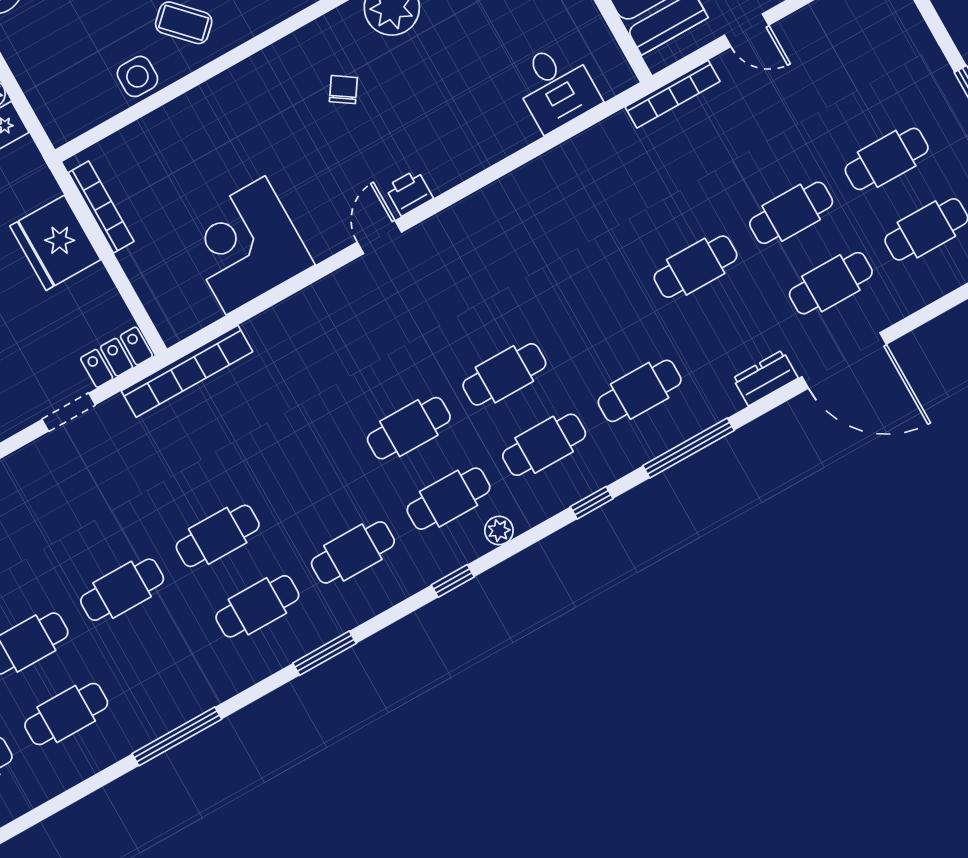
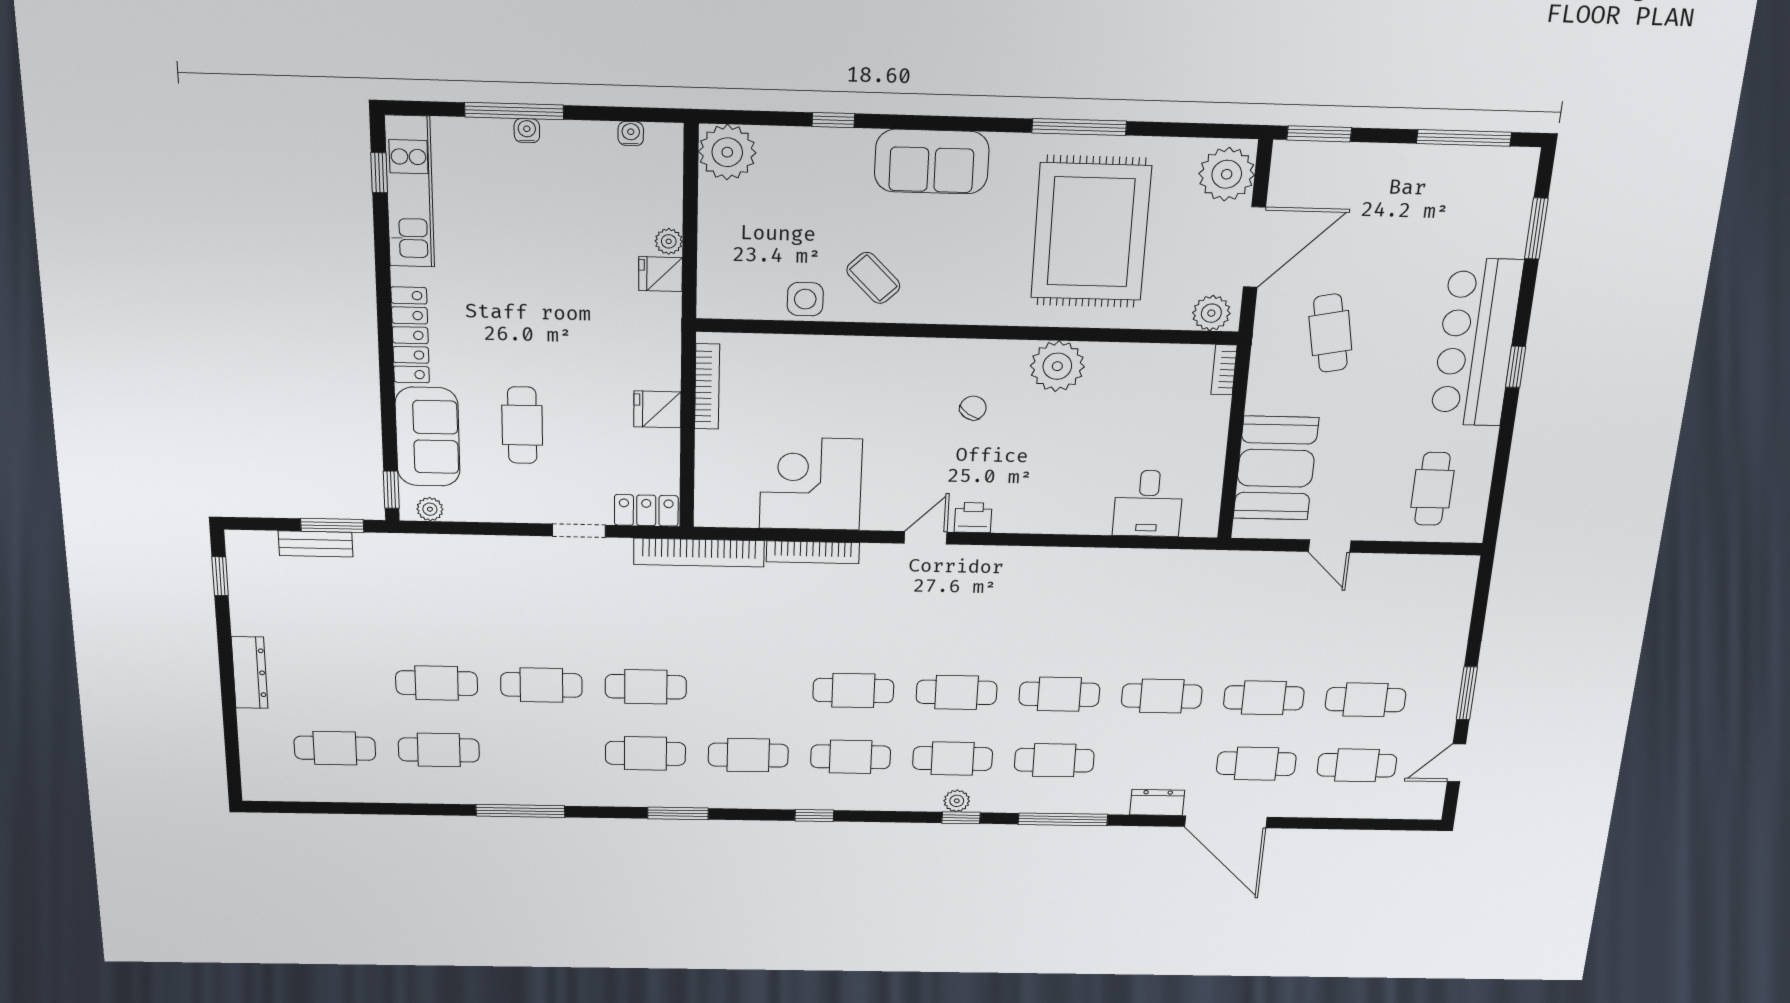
bookcase: (672, 94) -> (813, 552), moved
fridge: (55, 243) -> (657, 409), width x0.53, depth x0.75
cafe table: (600, 320) -> (1059, 694), added
plant: (499, 530) -> (957, 801), moved

